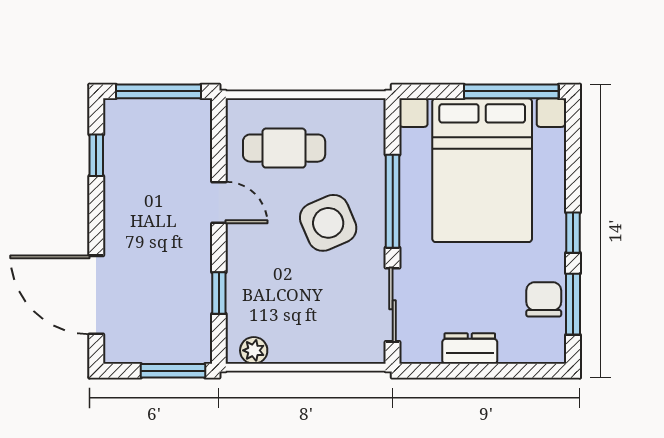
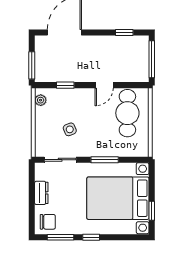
window: (511, 91) -> (152, 211), width x0.46
cafe table: (284, 148) -> (127, 113), width x1.37, depth x1.35
window: (393, 201) -> (105, 160), width x0.69
side table: (328, 223) -> (70, 129), moved, width x0.54, depth x0.54
chair: (544, 299) -> (48, 222), moved

